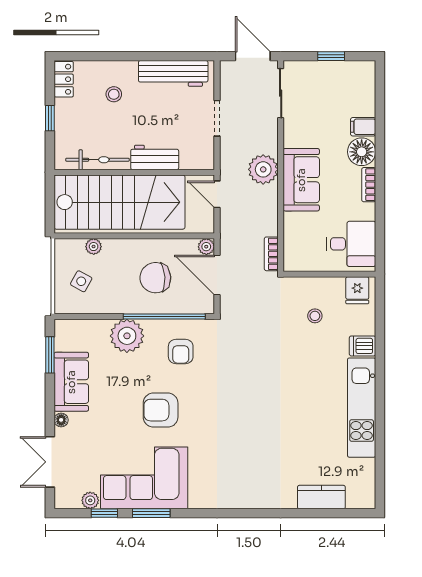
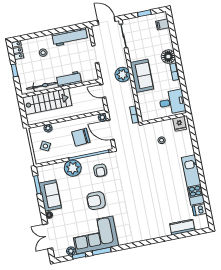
filing cabinet: (363, 127) -> (163, 24), moved
stairs: (119, 202) -> (47, 101), width x0.73, depth x0.66
dishwasher: (362, 346) -> (199, 210), moved

